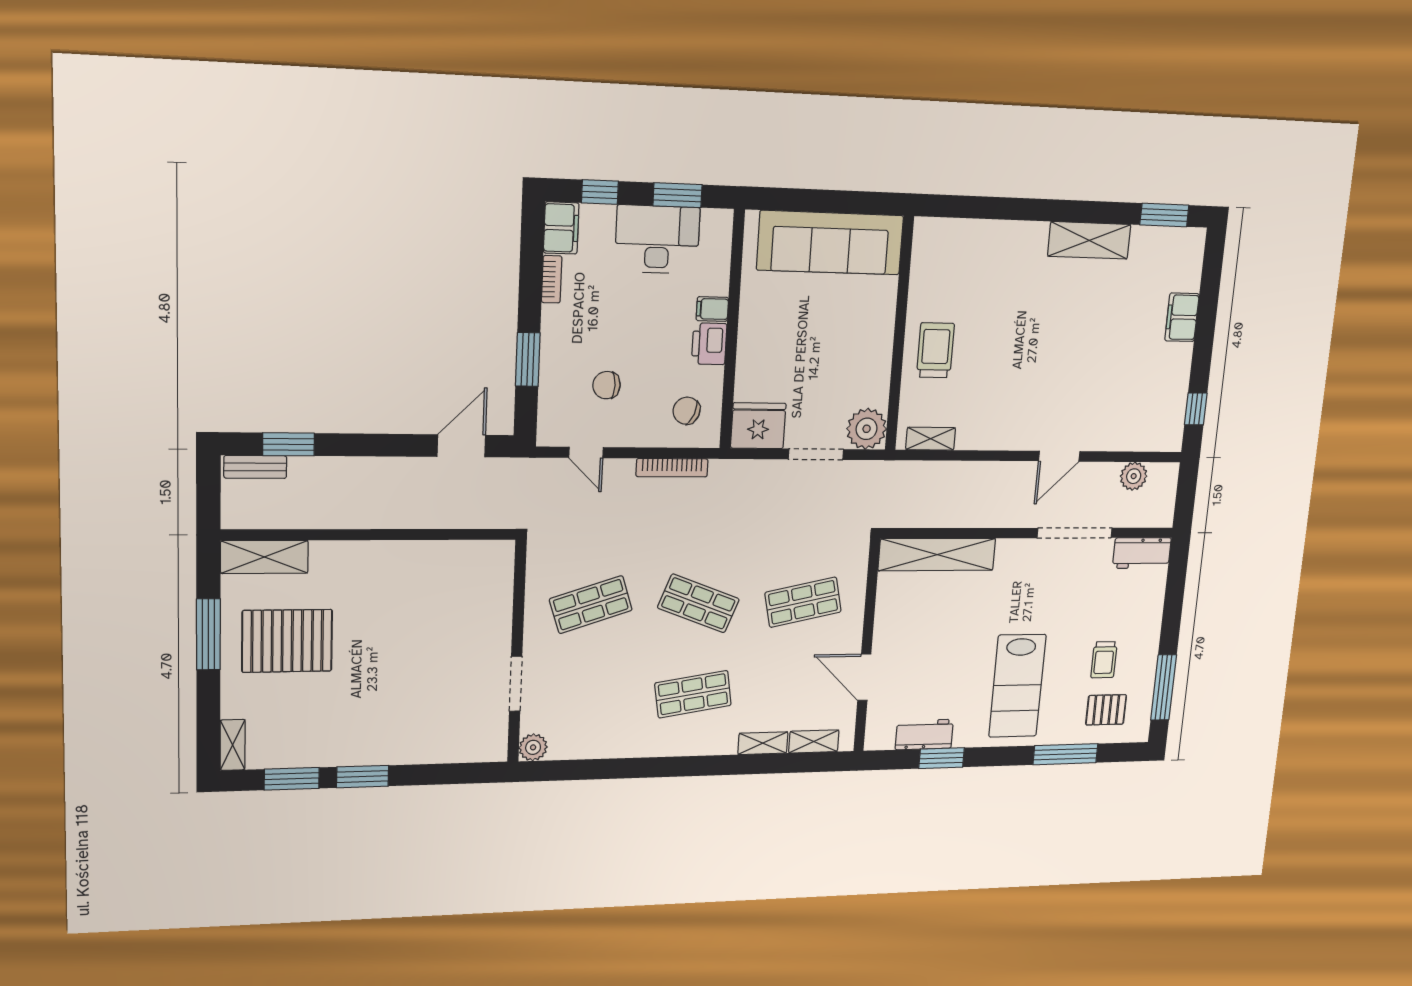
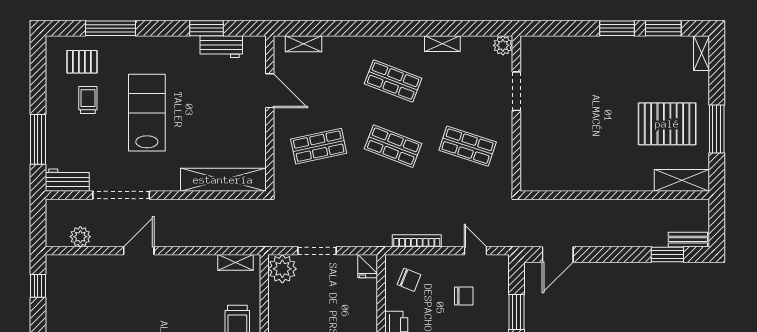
fridge: (758, 426) -> (368, 266), width x0.53, depth x0.75
shop shelf: (591, 605) -> (468, 146), turned 36
lab bench: (1017, 686) -> (147, 113), moved
window: (1164, 687) -> (38, 139), moved
shop shelf: (693, 694) -> (393, 81), turned 30
shelving: (763, 743) -> (442, 44), moved

